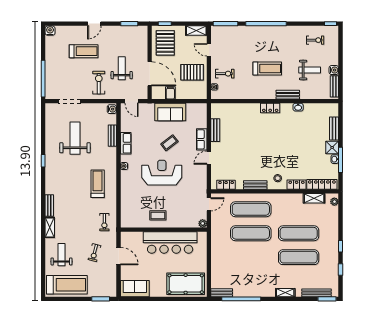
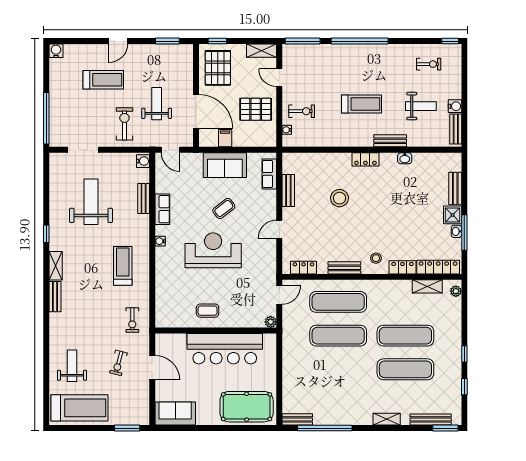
stool: (252, 135) -> (340, 198), added
row of seats: (202, 139) -> (269, 174), moved
shelving: (50, 227) -> (56, 266), moved

